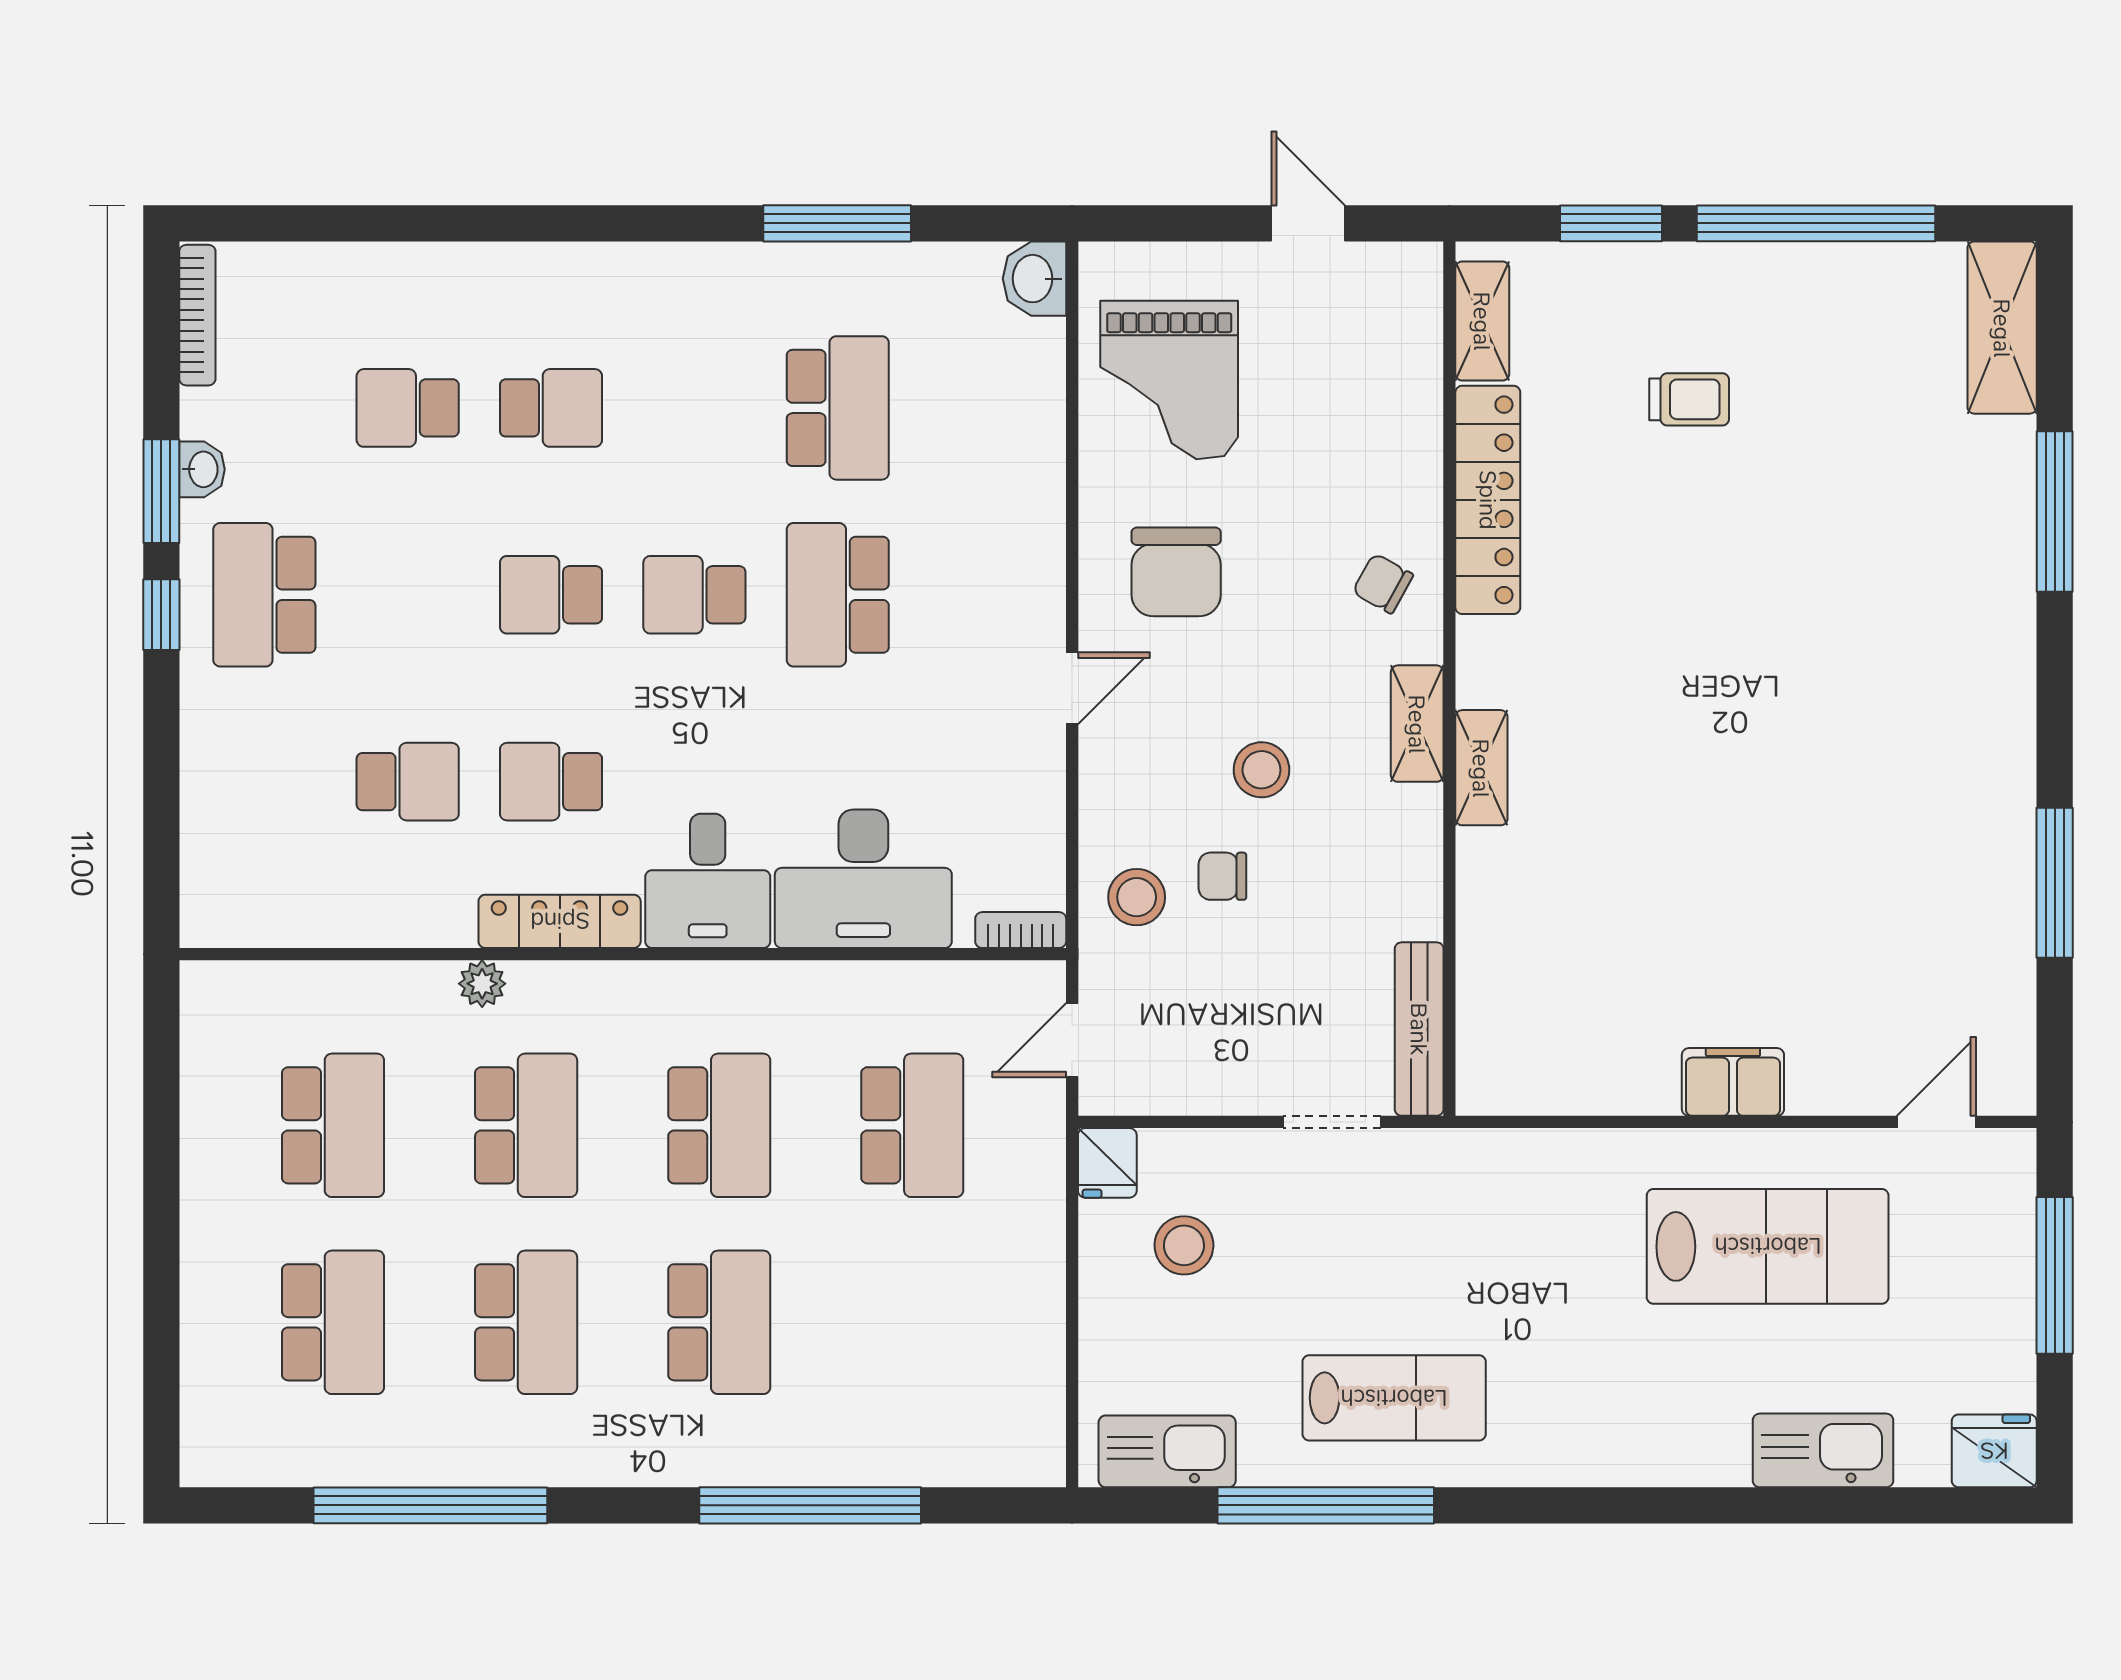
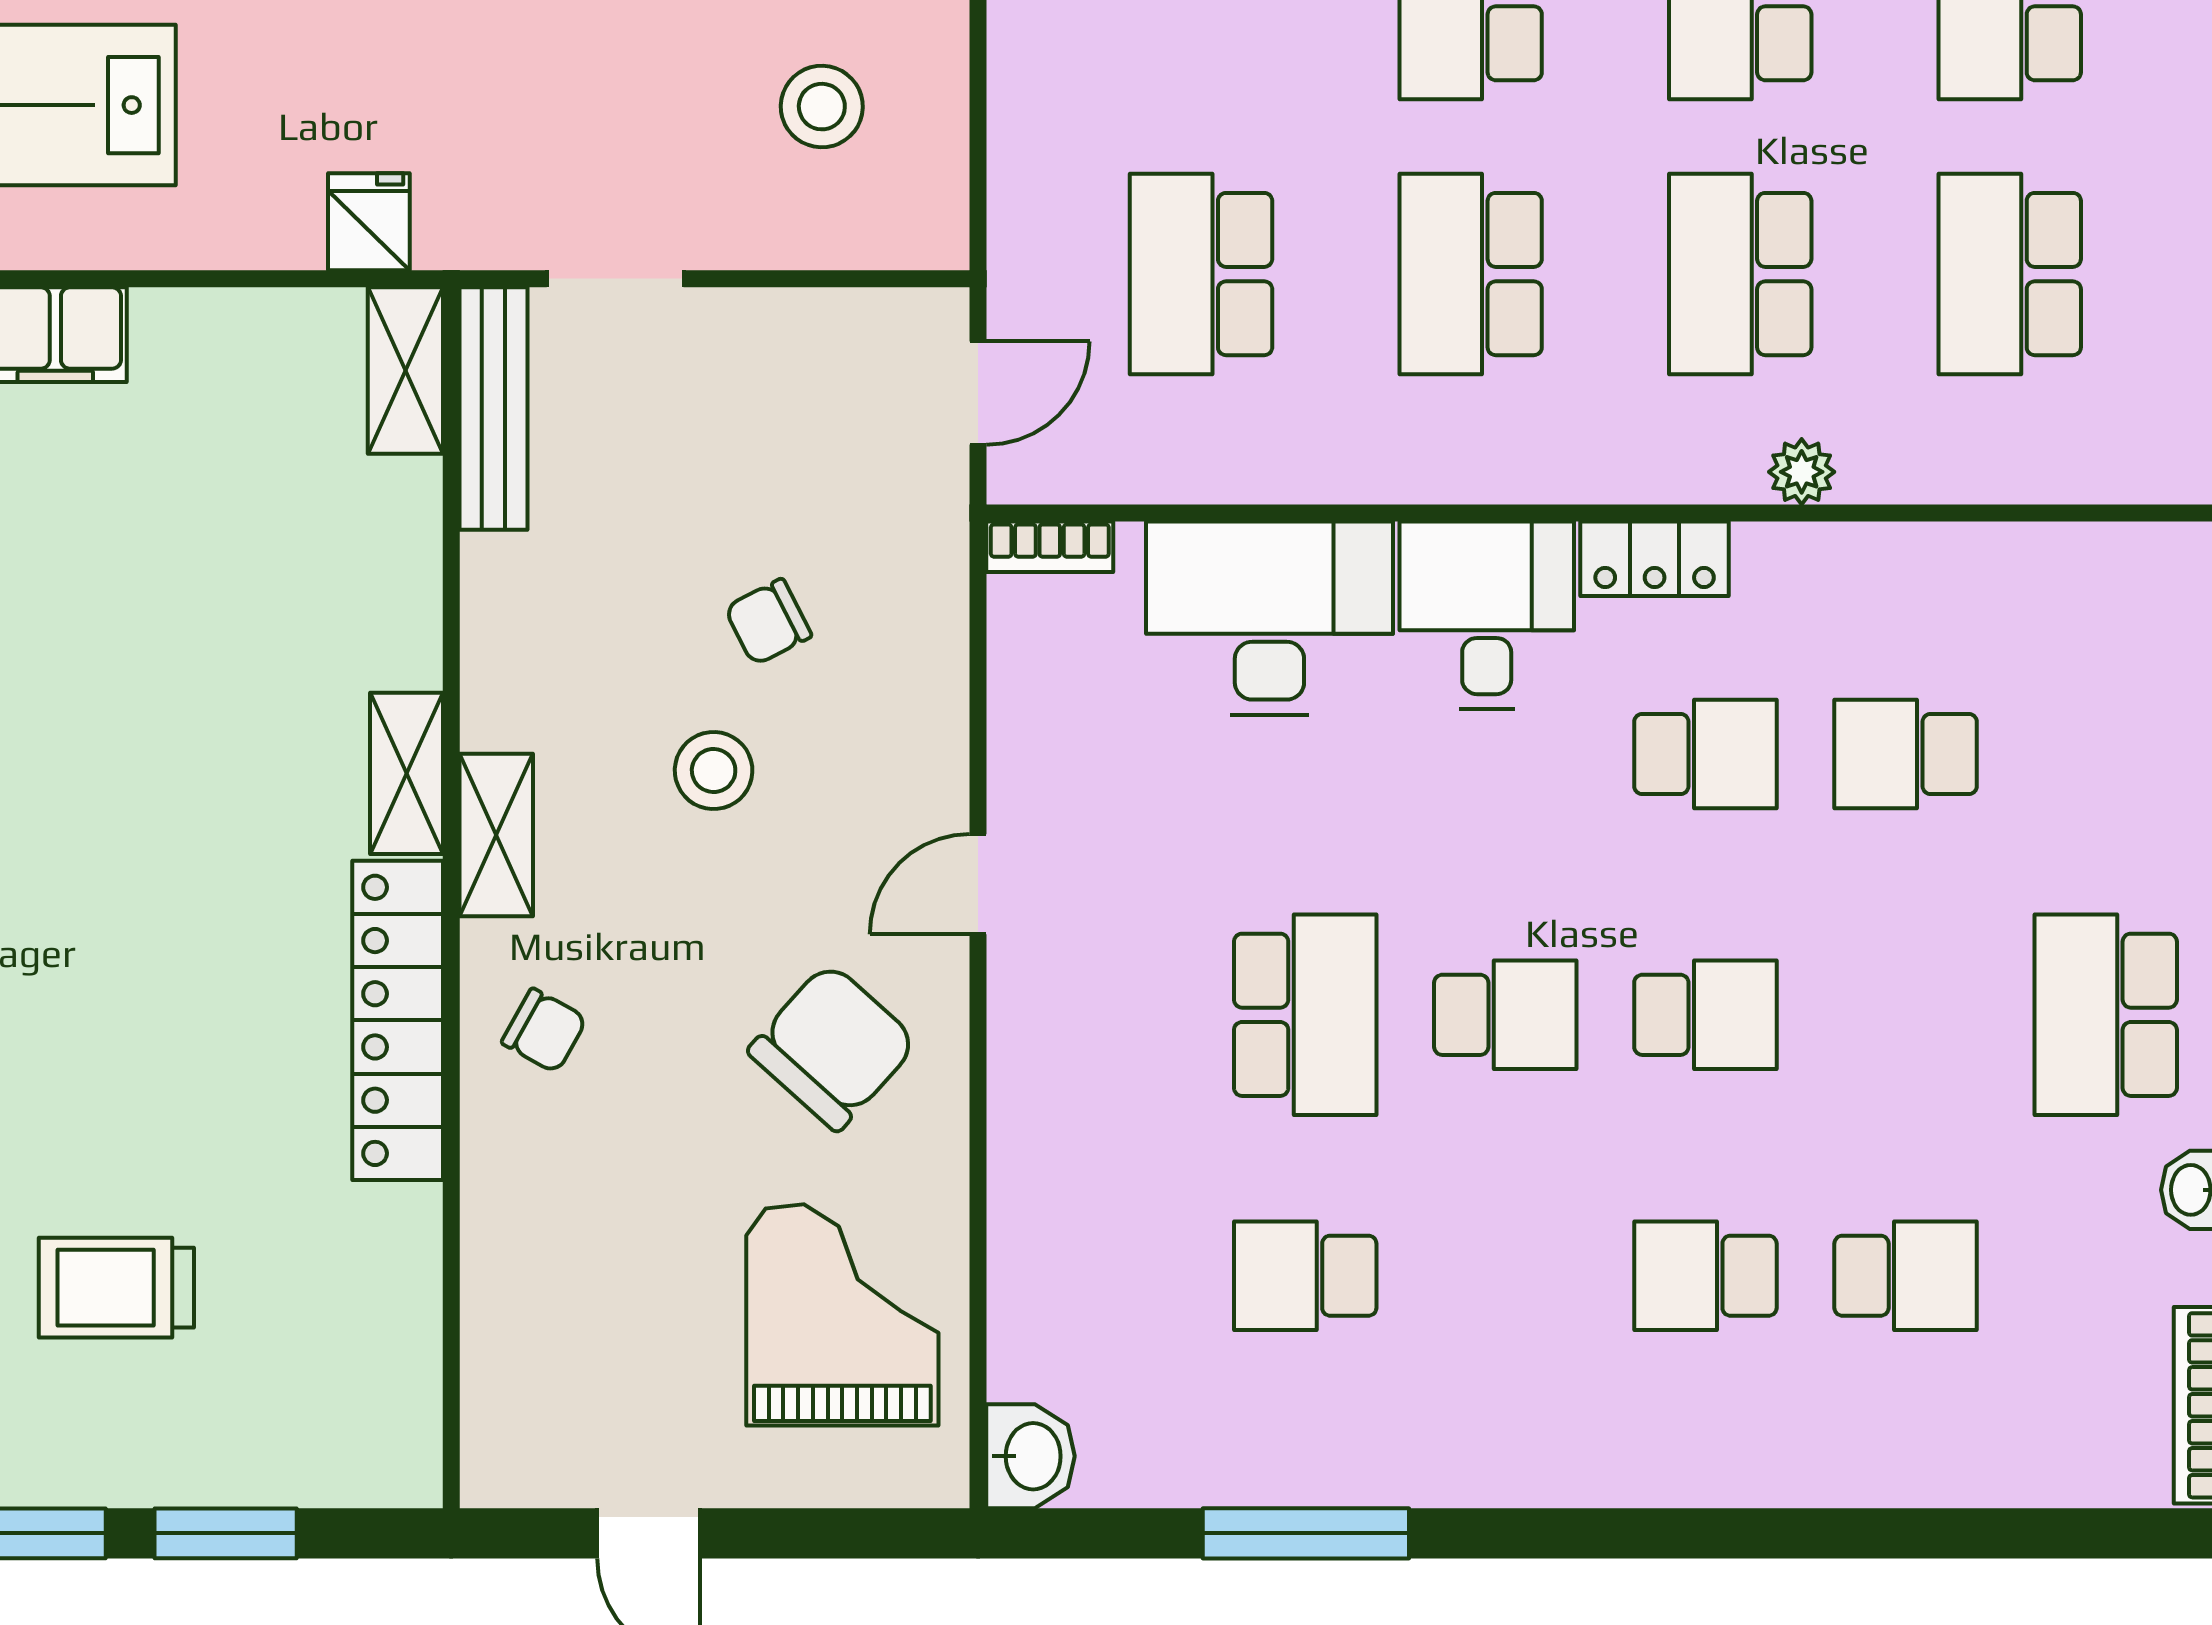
shelving: (1482, 321) -> (405, 370), moved
trolley: (1689, 399) -> (116, 1288), width x1.36, depth x1.39
school desk: (838, 408) -> (1305, 1276), width x0.54
locker: (1488, 500) -> (398, 1020), moved
chair: (1176, 572) -> (833, 1047), turned 42
school desk: (264, 595) -> (2106, 1015), turned 180
chair: (1222, 876) -> (768, 622), turned 153
stool: (1137, 897) -> (888, 593), removed
locker: (560, 921) -> (1655, 559), width x0.66
fridge: (1107, 1163) -> (369, 222), moved

